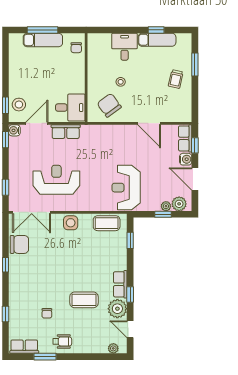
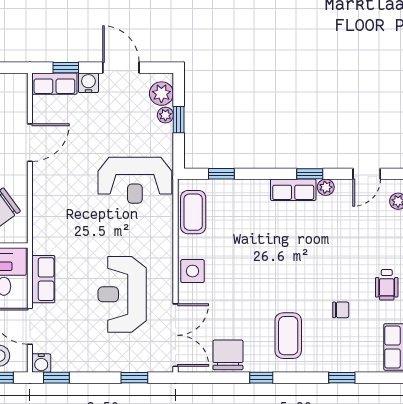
door: (195, 179) -> (121, 68), swing flipped
coffee table: (84, 300) -> (288, 336), moved
plant: (117, 309) -> (326, 187), width x0.53, depth x0.53
wheelchair: (62, 341) -> (387, 285), turned 180

